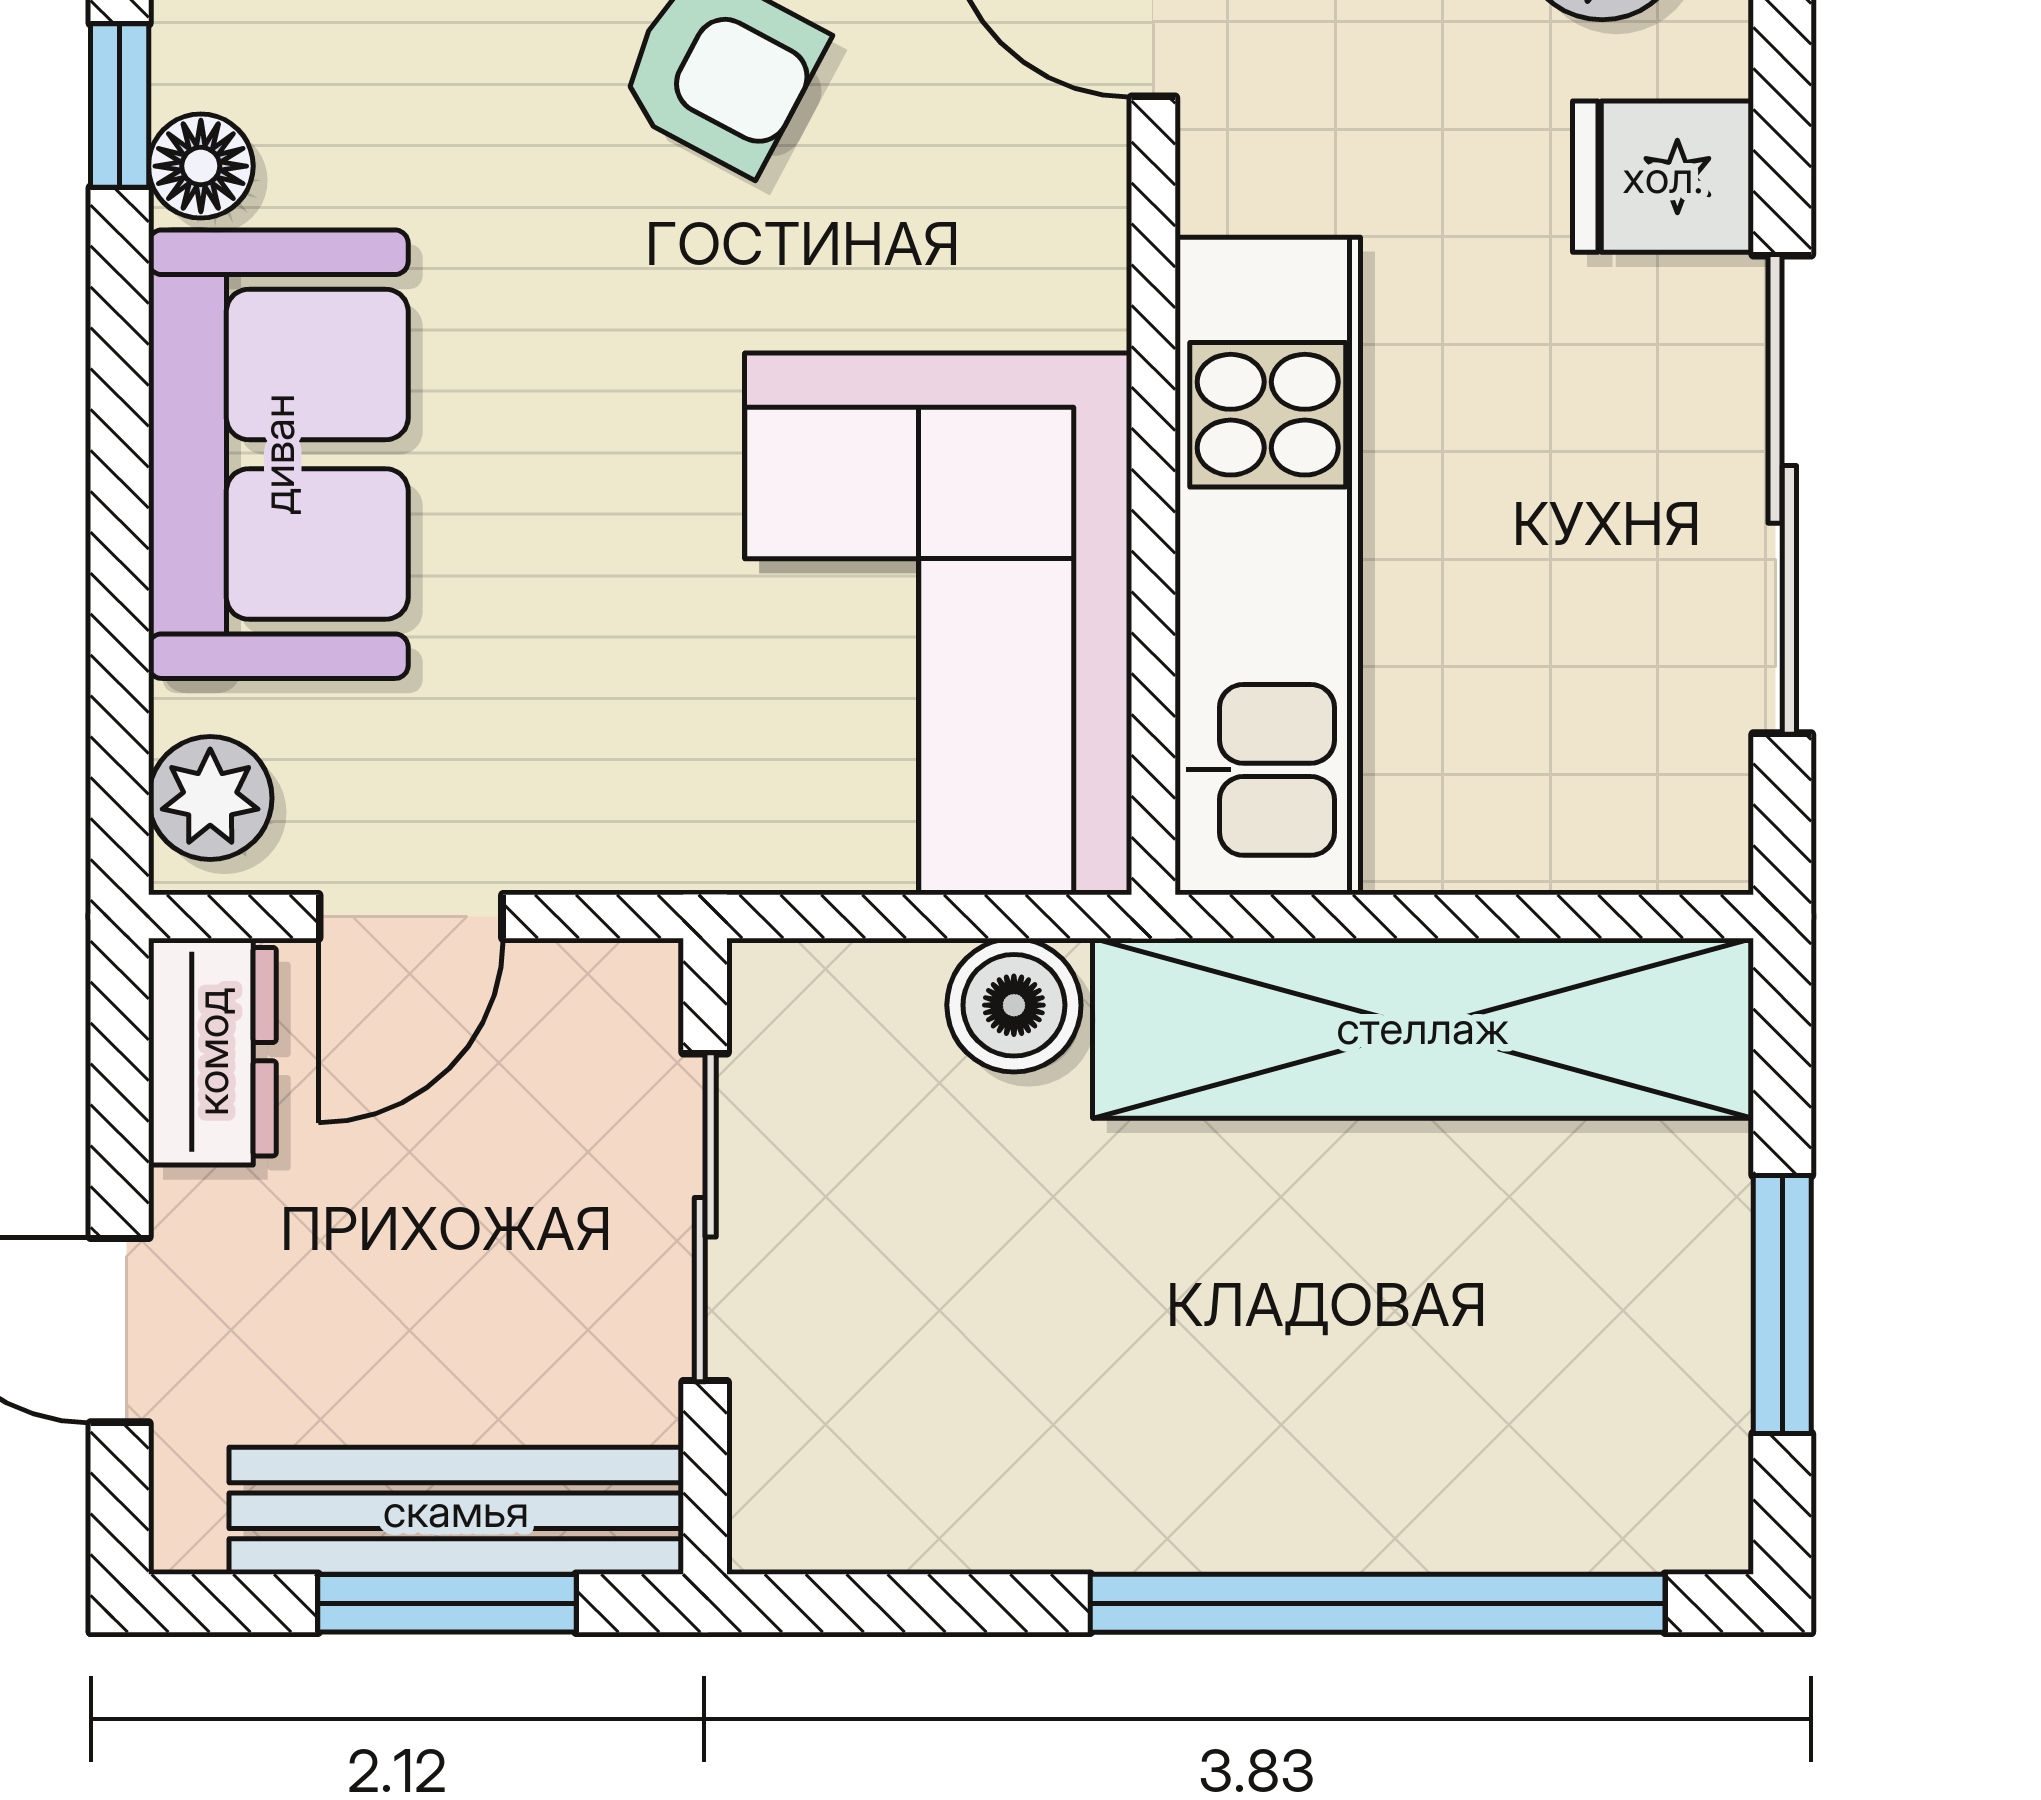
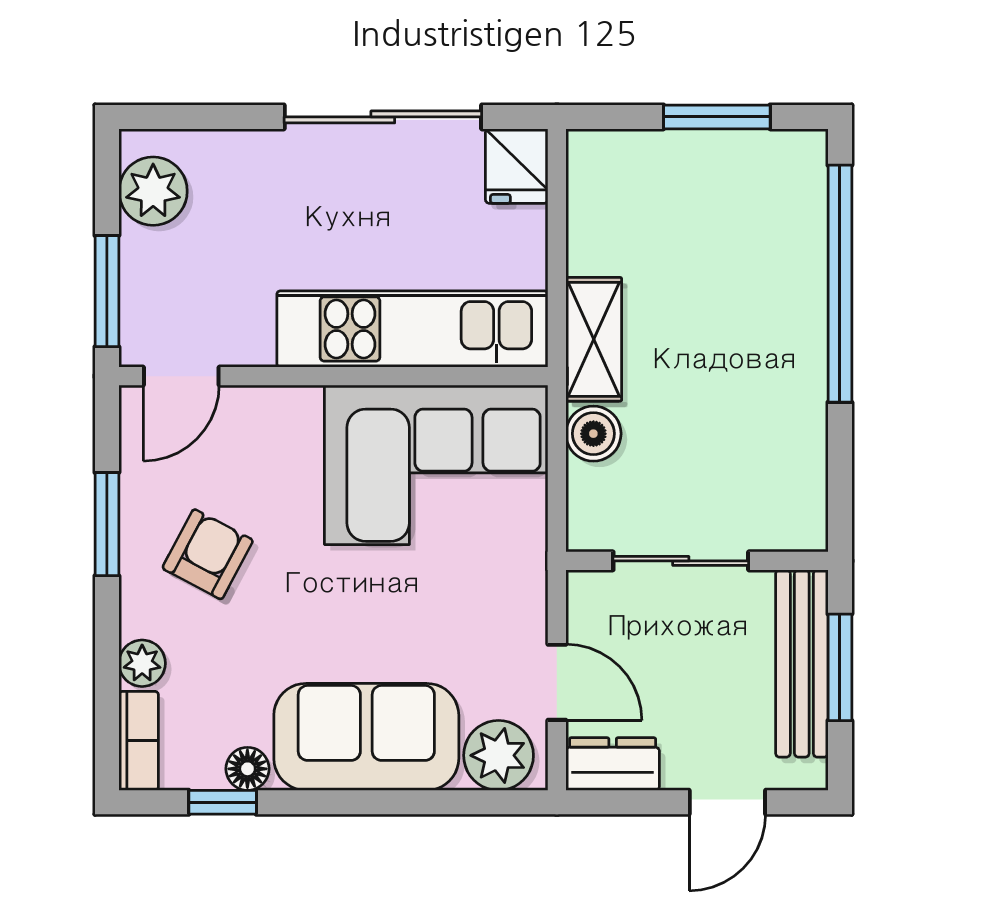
fridge: (1663, 177) -> (517, 166), moved
plant: (210, 798) -> (499, 755), width x1.38, depth x1.38
shelving: (1423, 1028) -> (594, 339), width x0.45, depth x0.75

